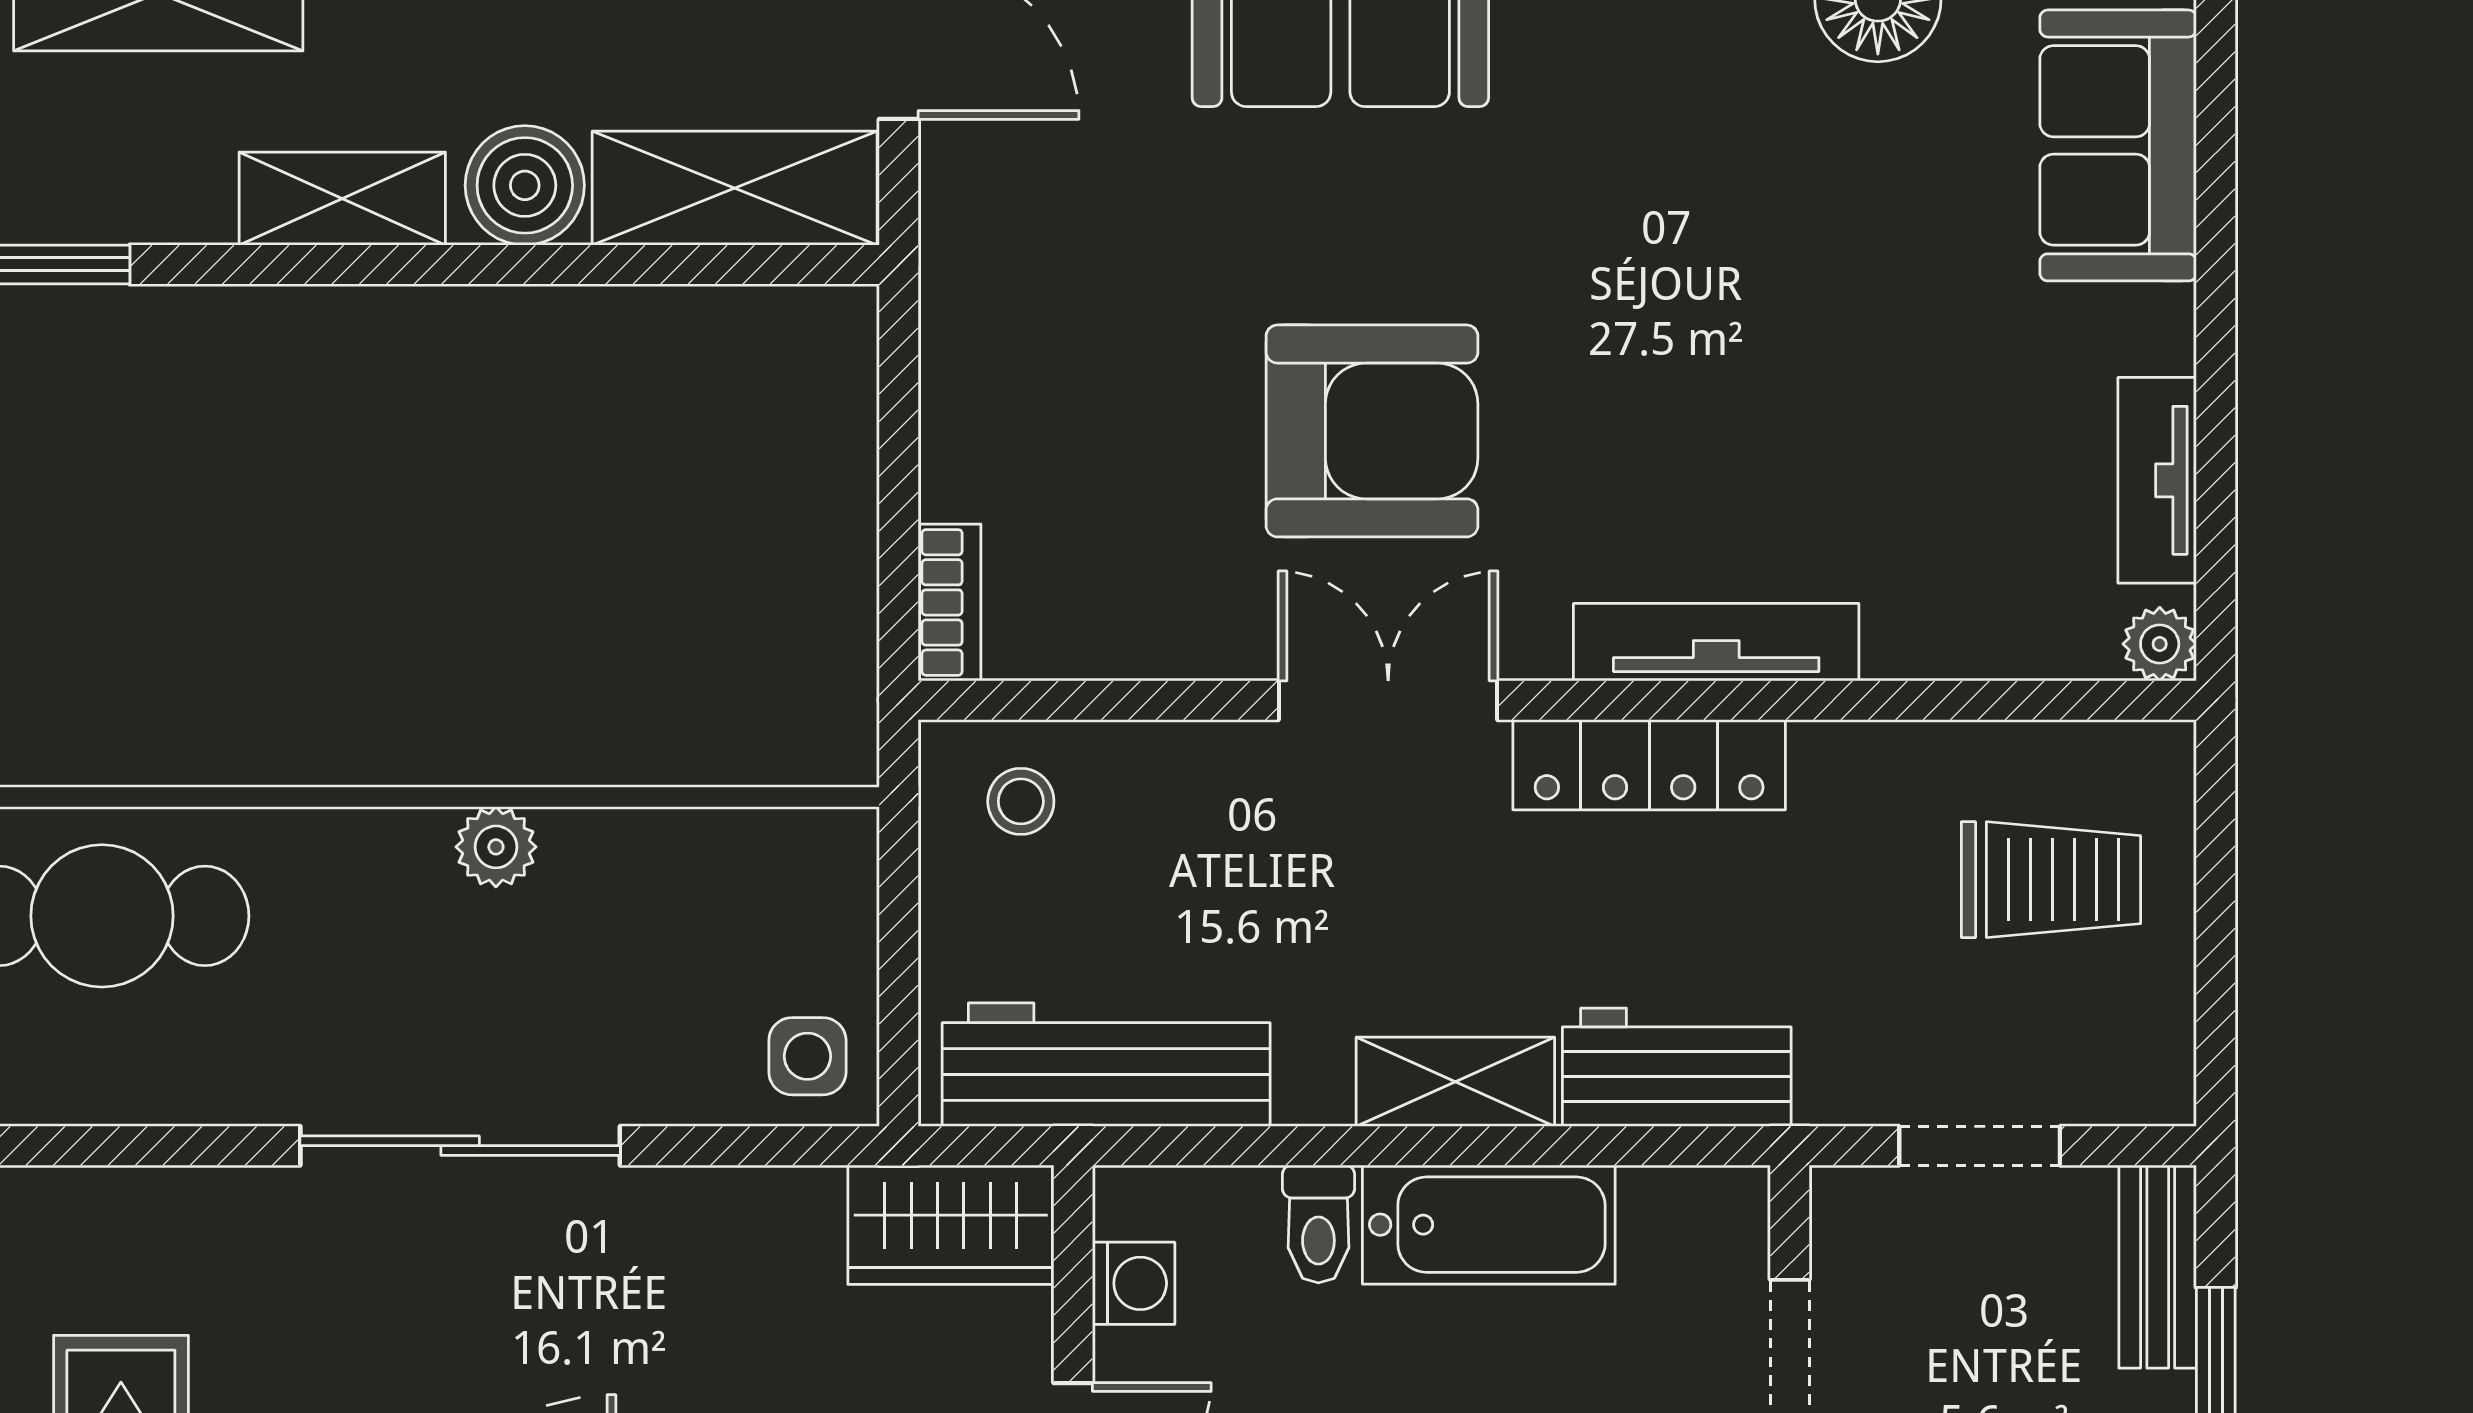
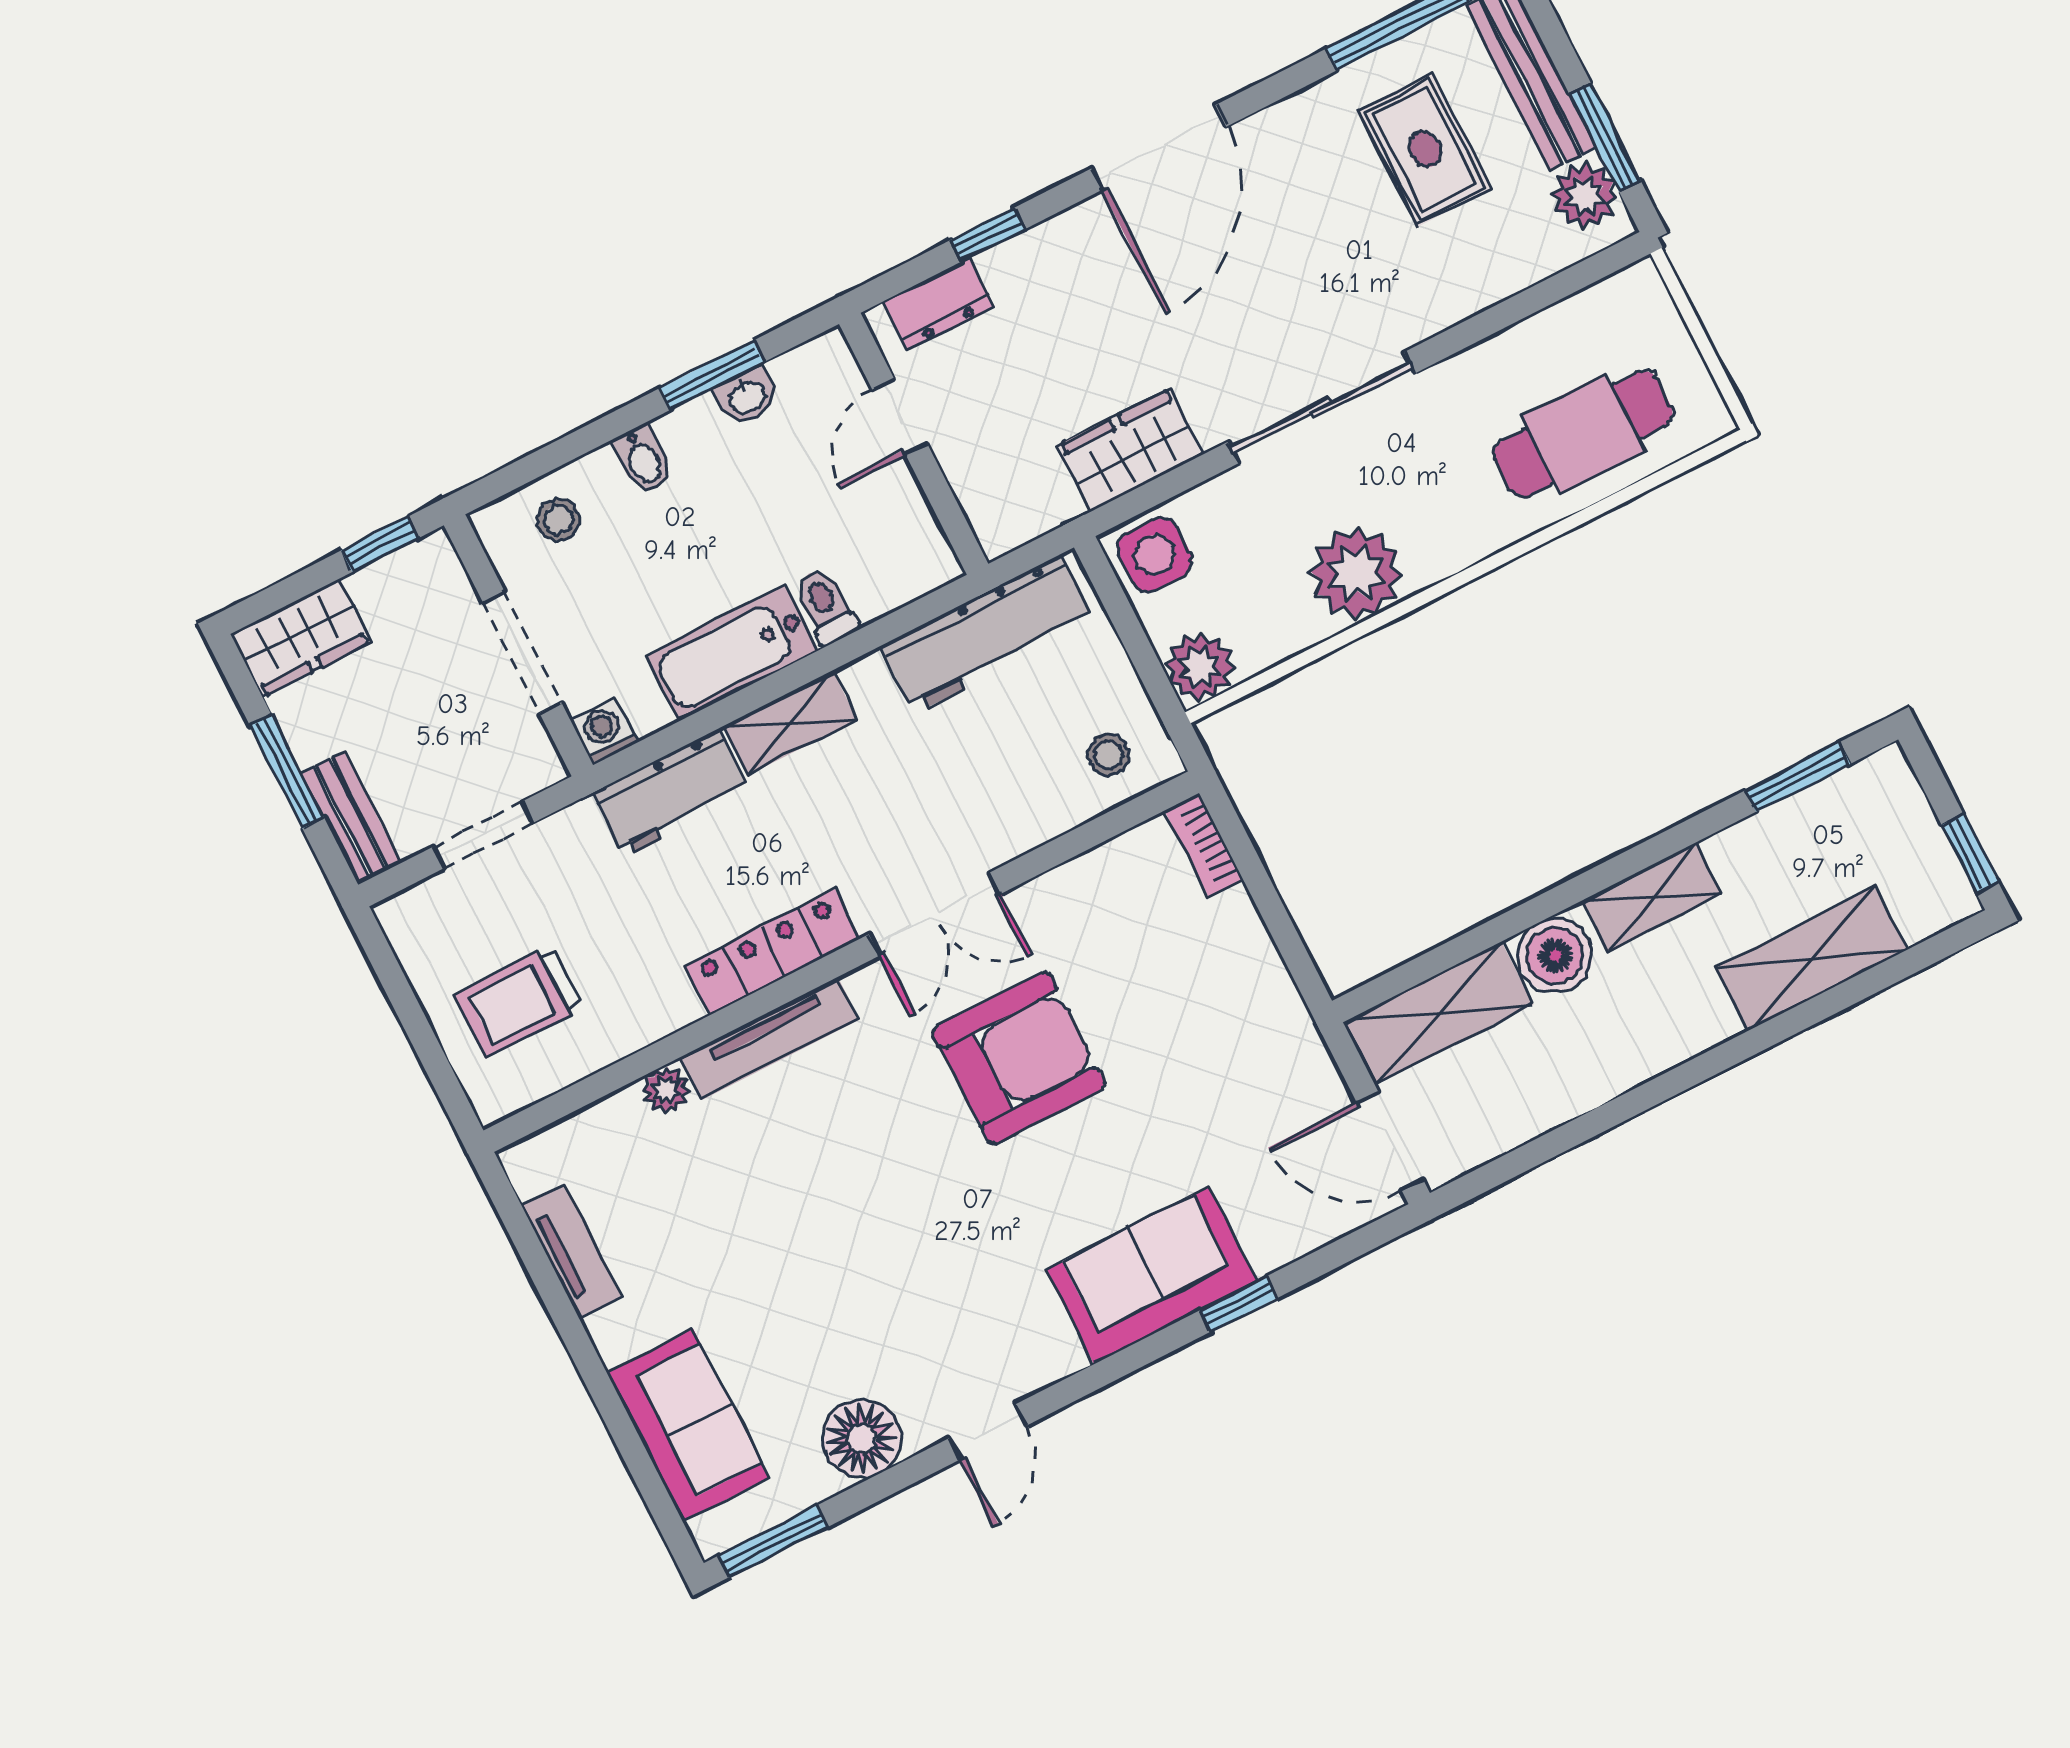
armchair: (1372, 431) -> (1019, 1058), turned 180
plant: (2160, 644) -> (666, 1090), moved
plant: (496, 847) -> (1356, 573), width x1.87, depth x1.87
plant: (825, 862) -> (1200, 667), added
side table: (807, 1056) -> (1155, 555), width x1.37, depth x1.37
wardrobe: (951, 1225) -> (1130, 450), moved
washing machine: (1134, 1283) -> (604, 731), moved, turned 90

